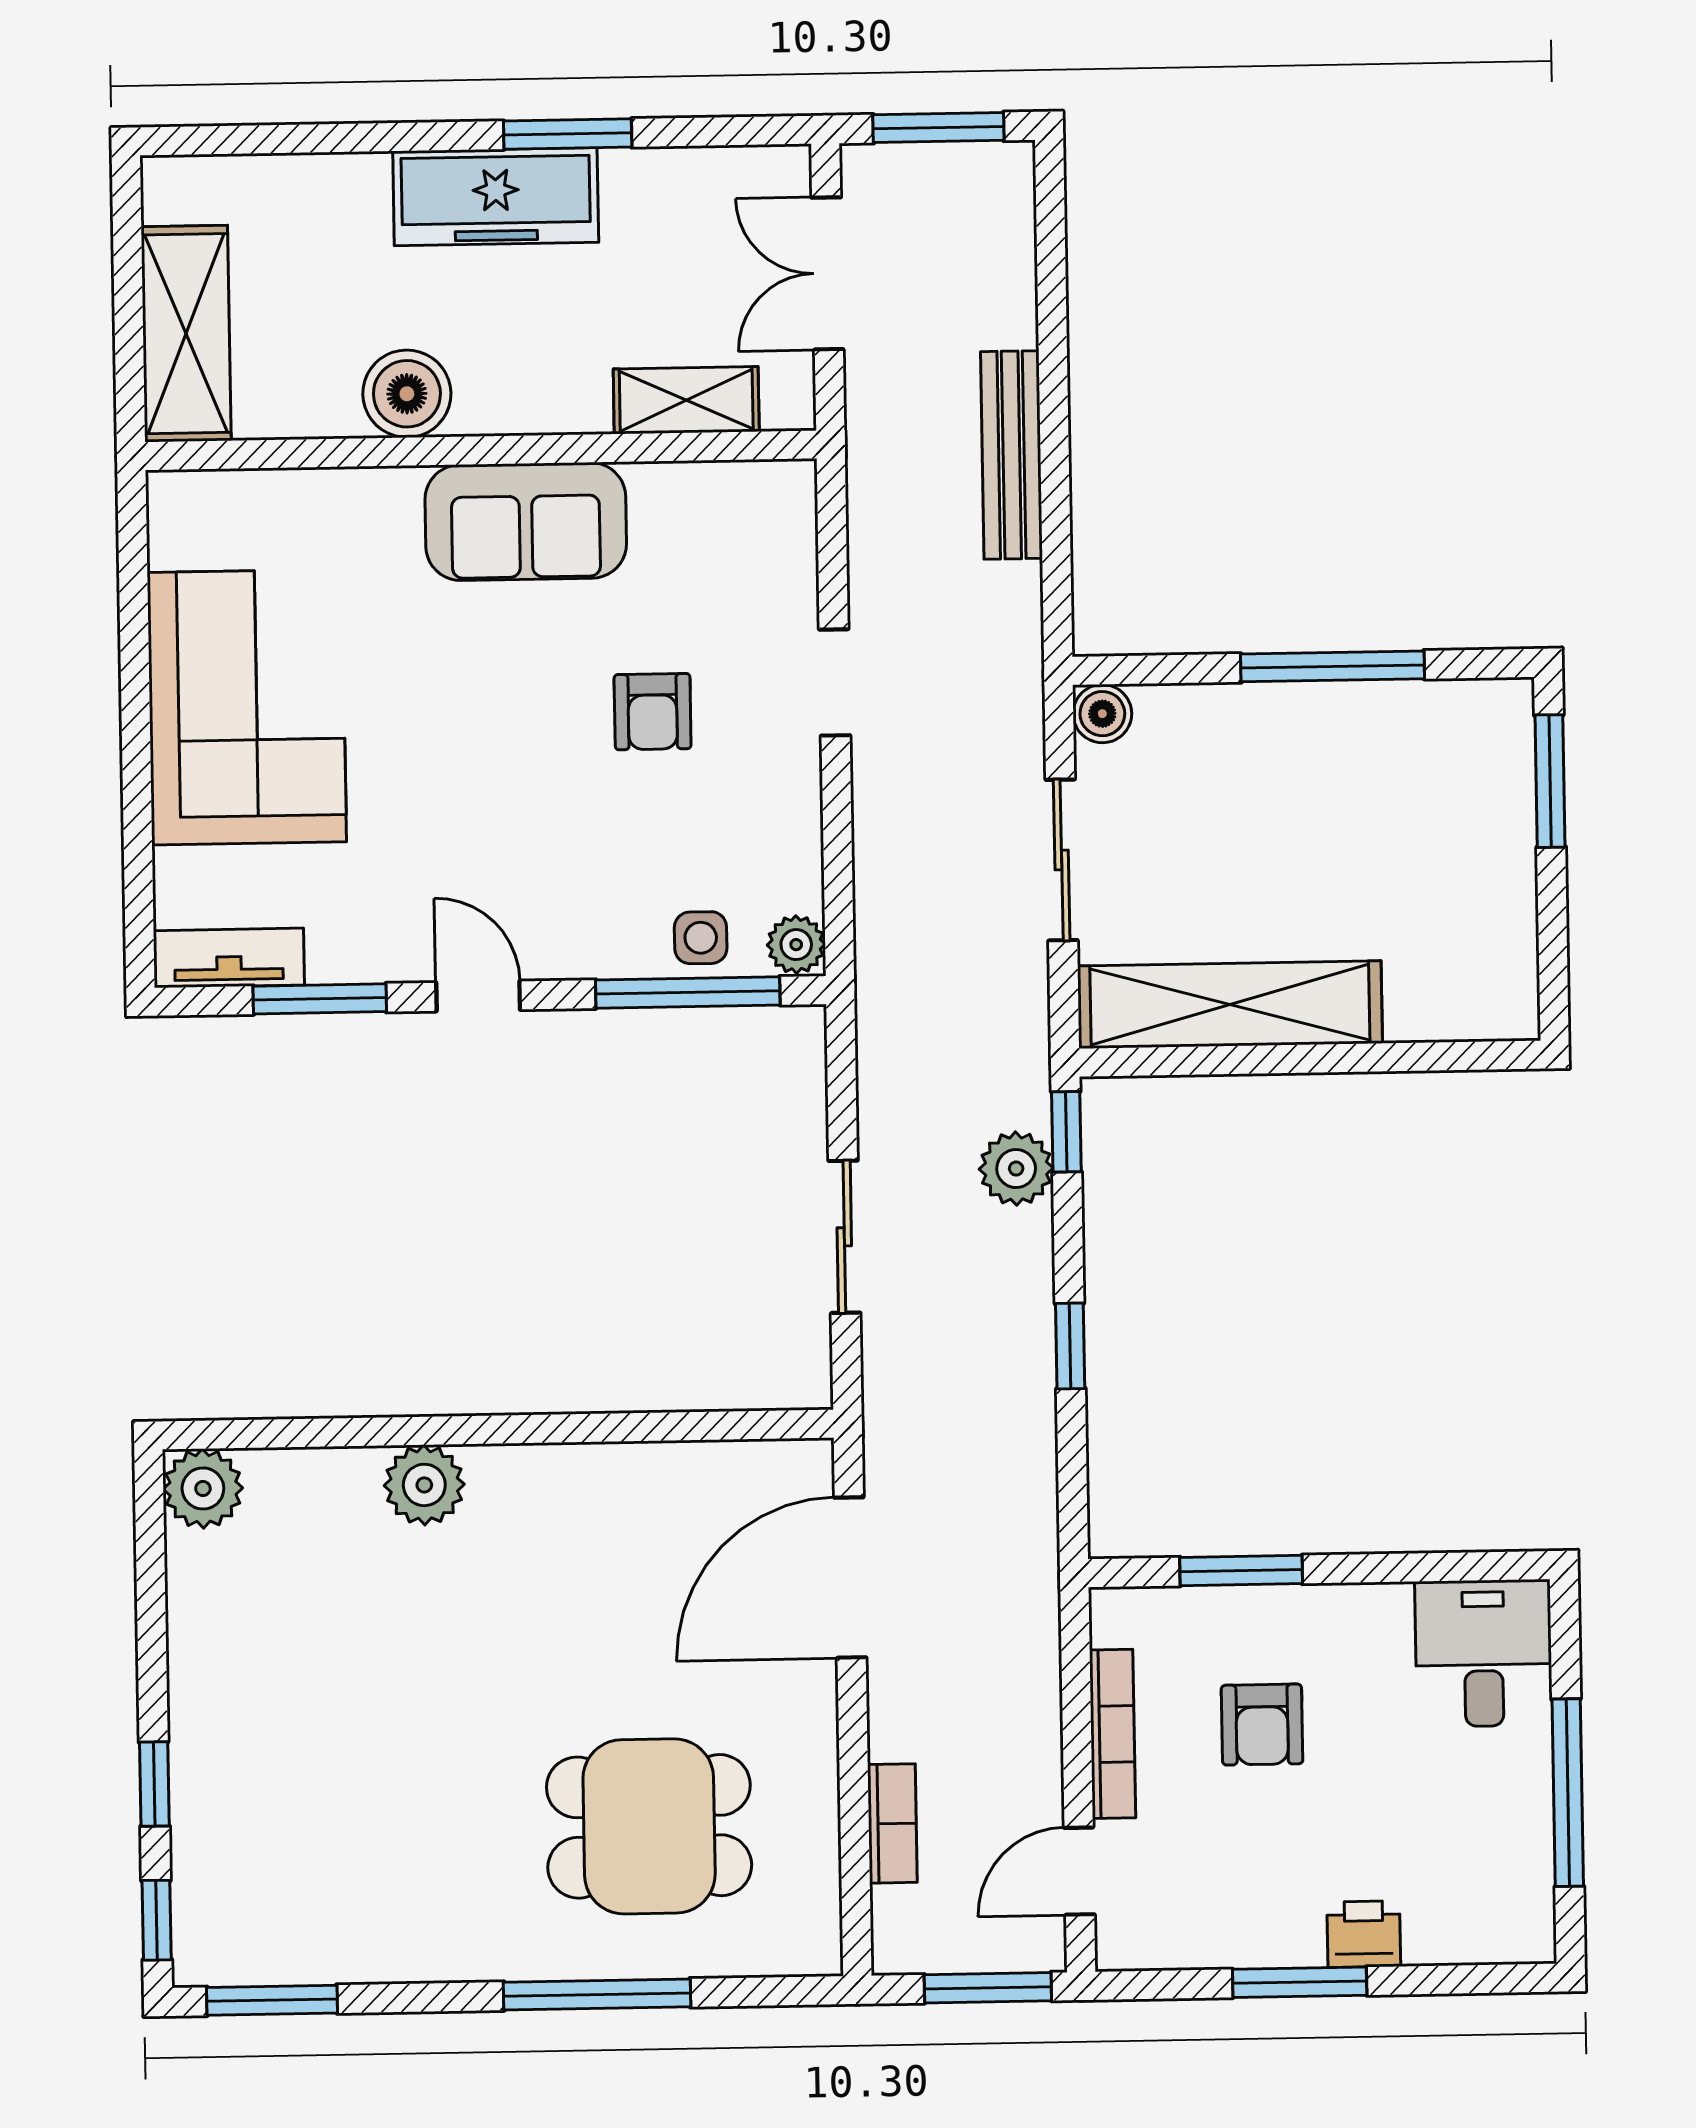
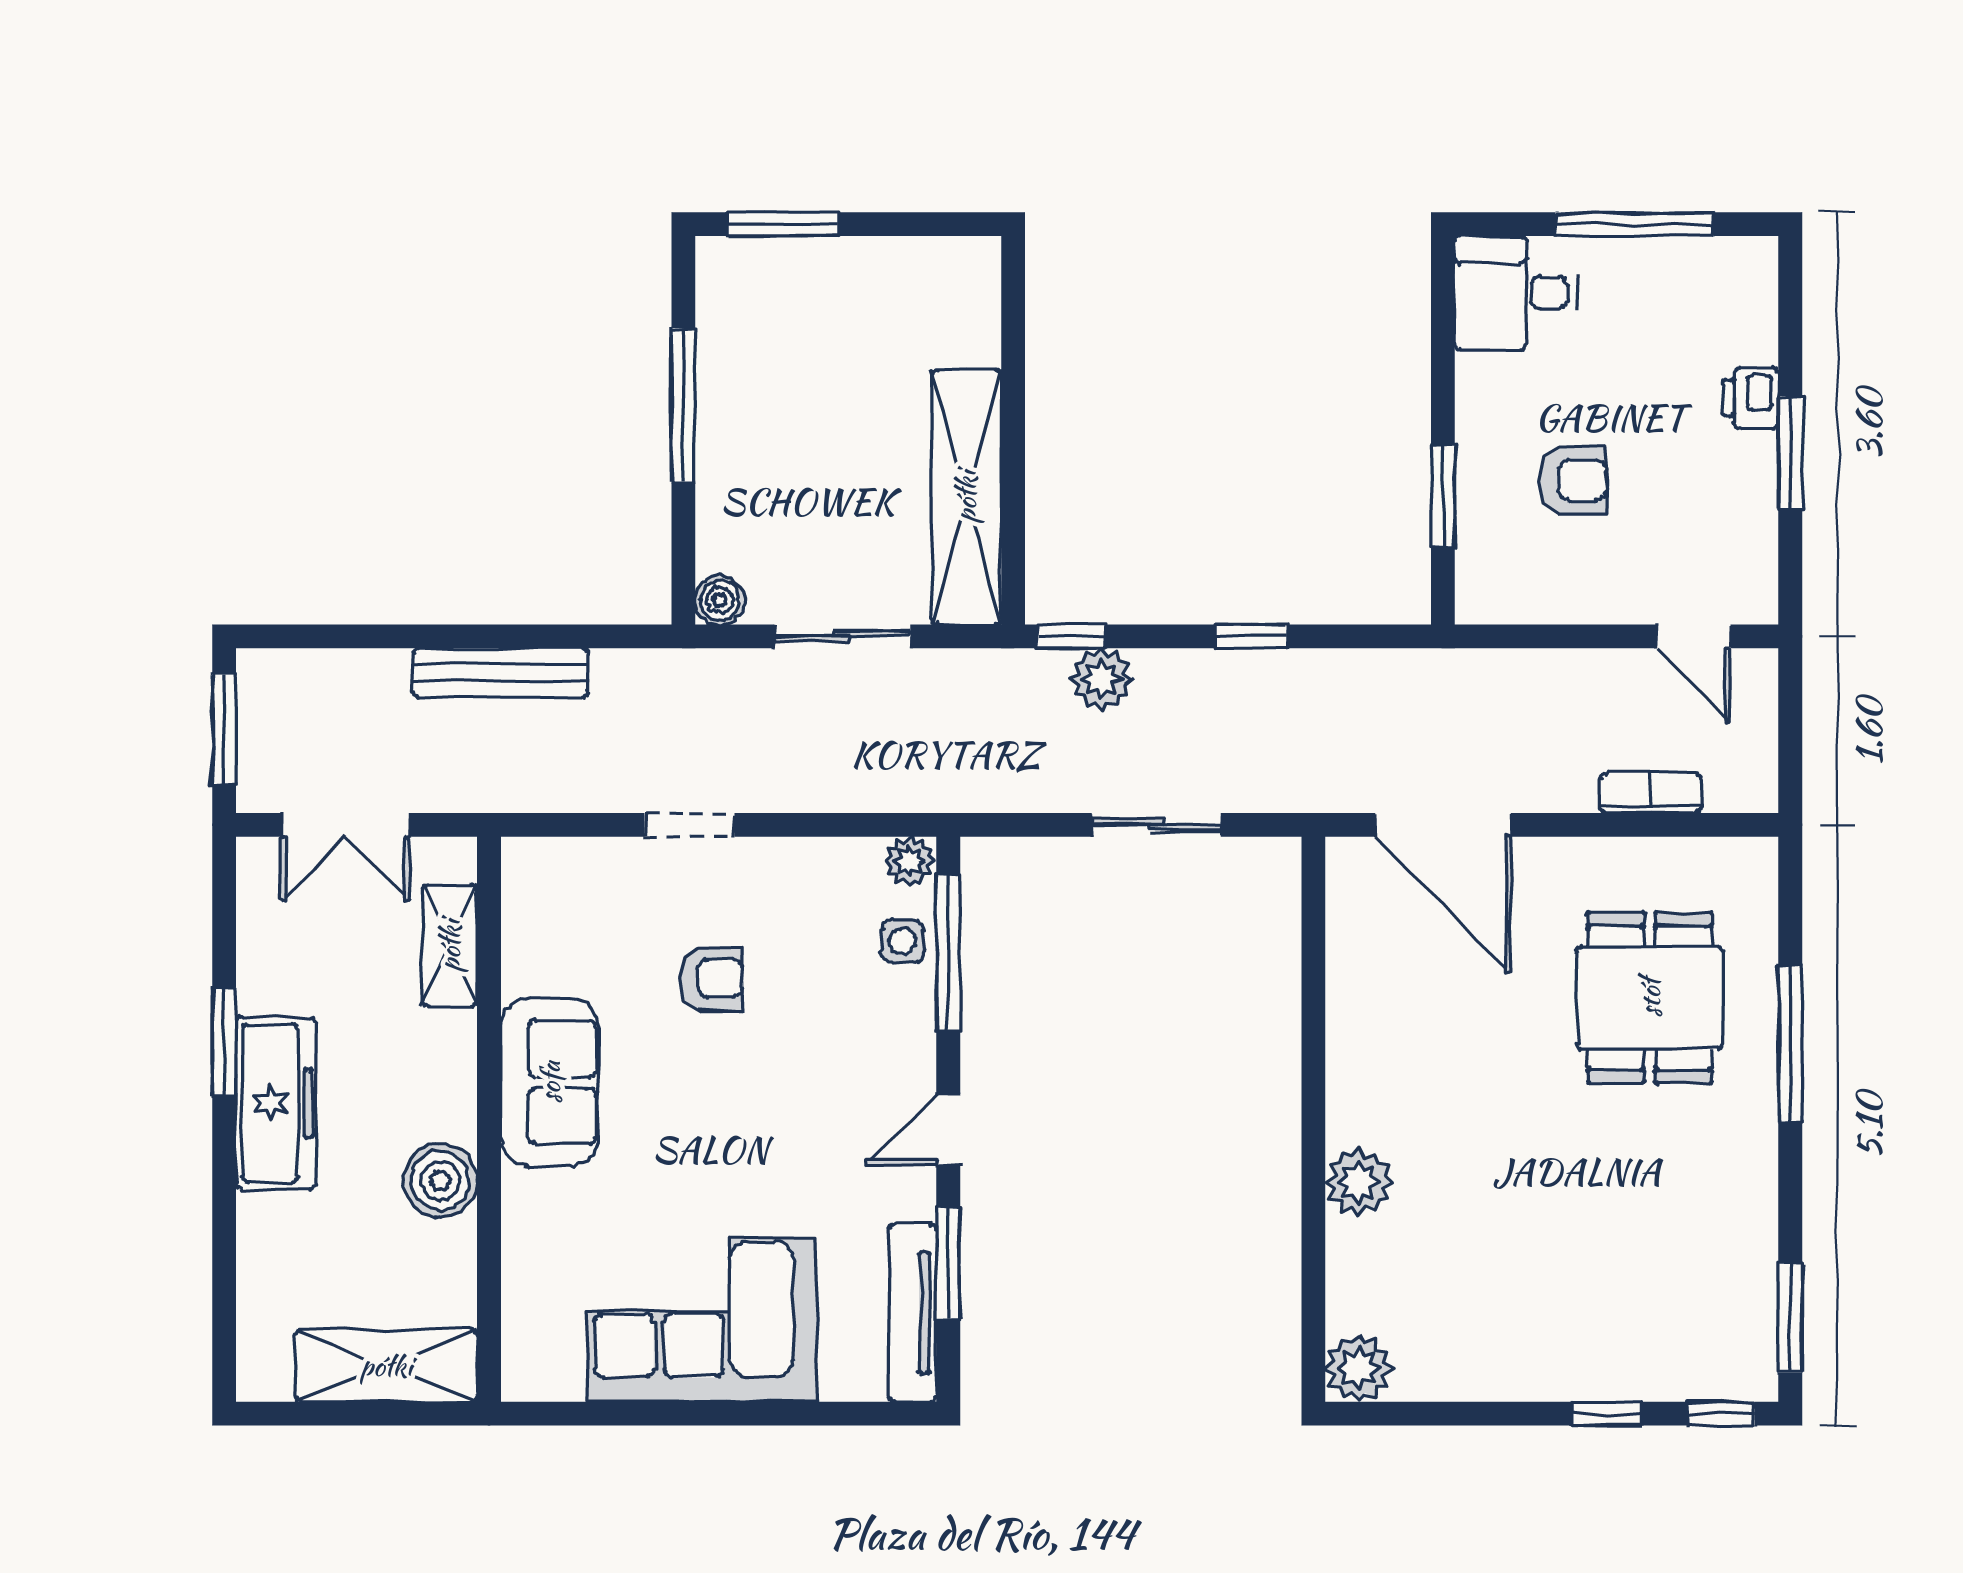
tv unit: (229, 958) -> (912, 1313), width x1.41
bookcase: (1112, 1734) -> (1579, 606), removed
window: (988, 1988) -> (1790, 715), removed

